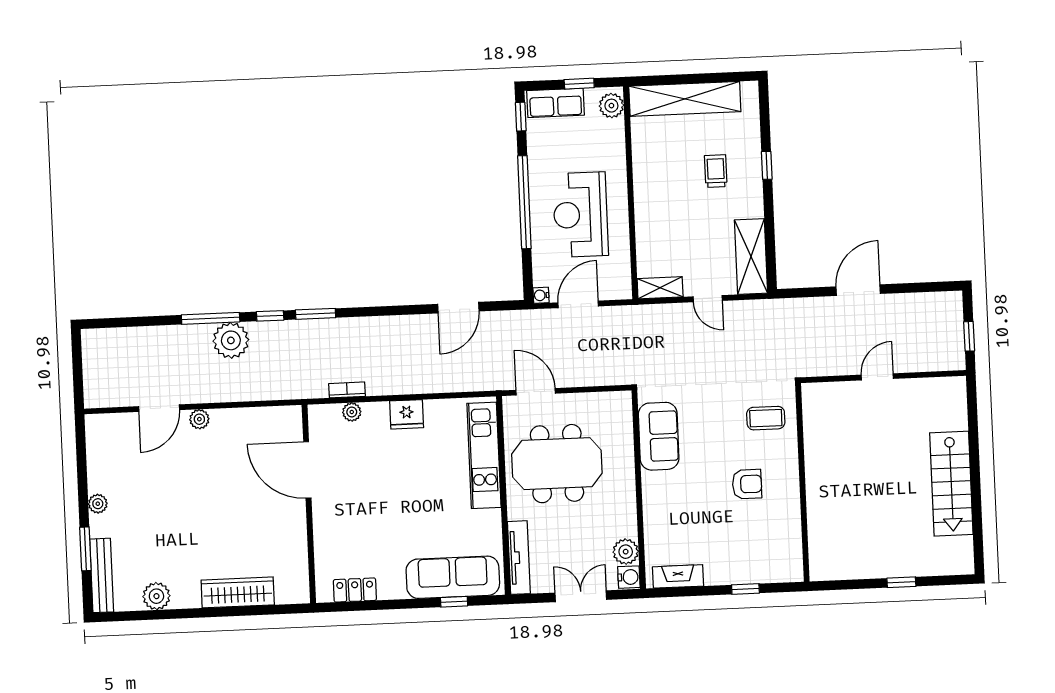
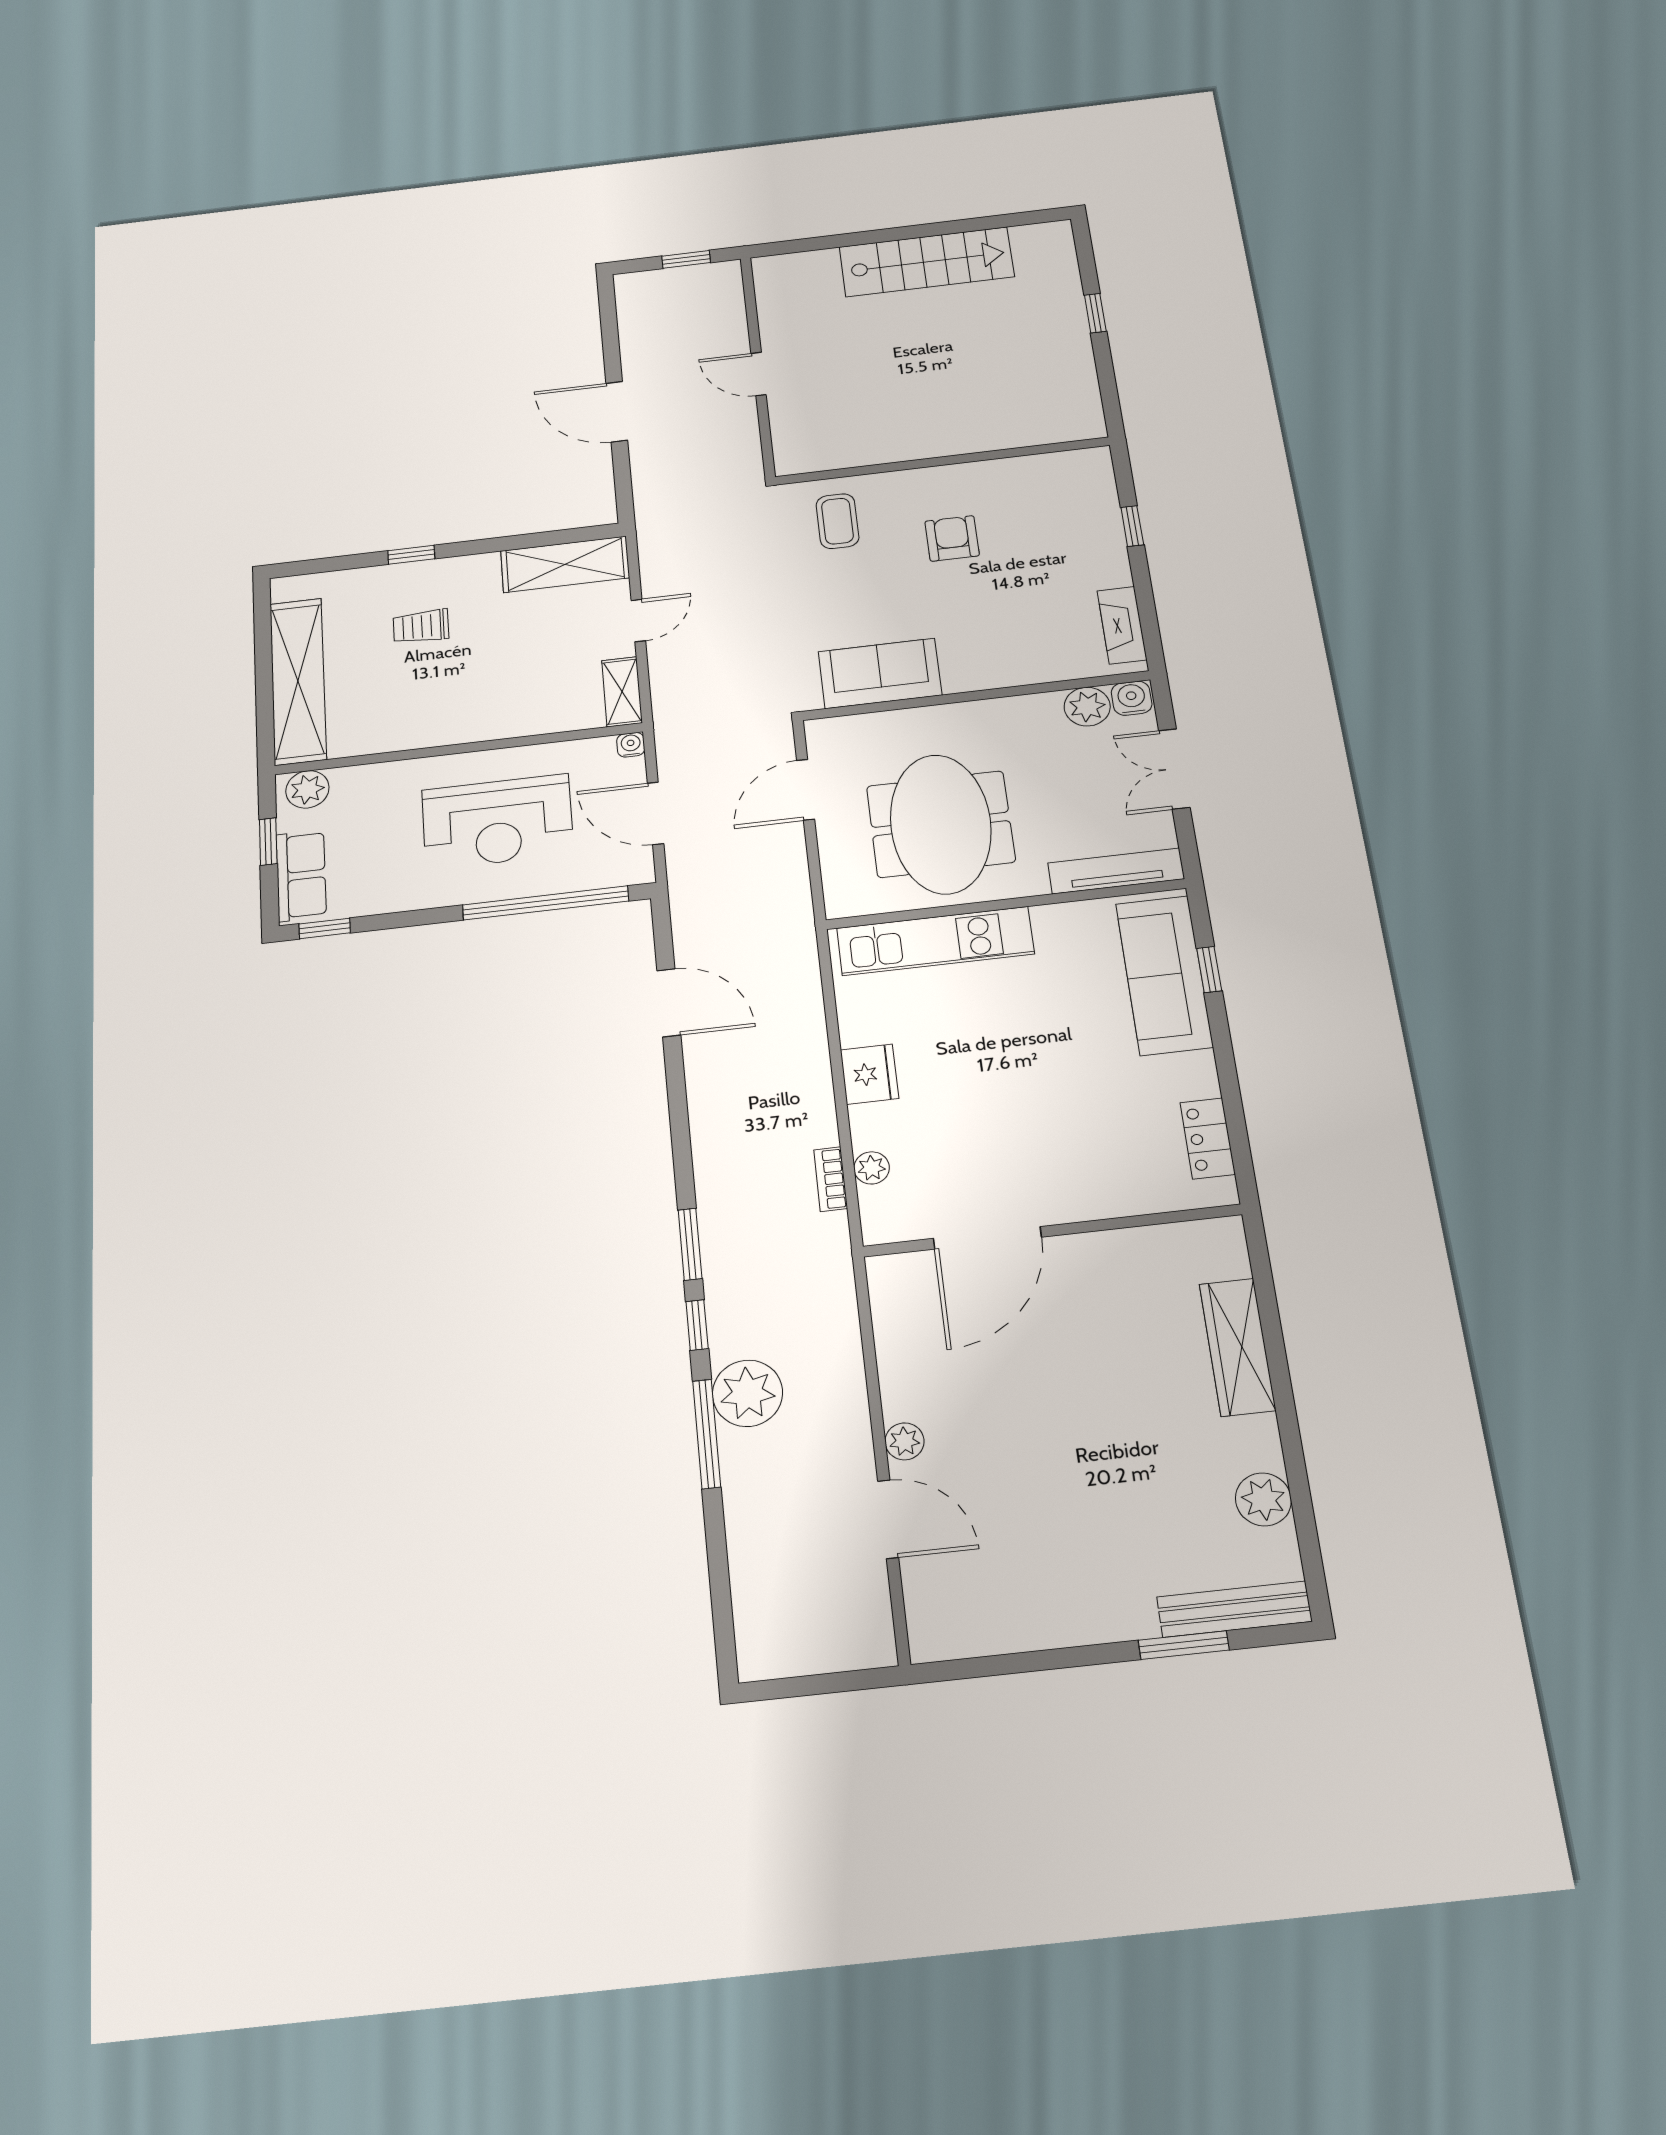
window: (524, 202) -> (546, 903), moved
water cooler: (541, 295) -> (631, 745), moved, turned 180
door: (536, 392) -> (806, 790), moved
plant: (98, 504) -> (1089, 1626), removed

